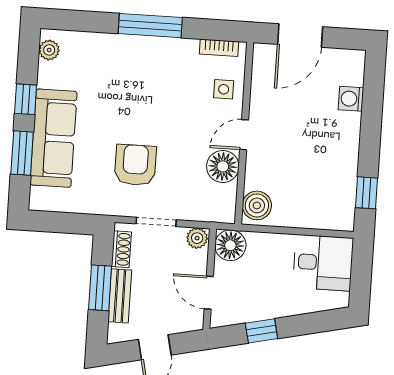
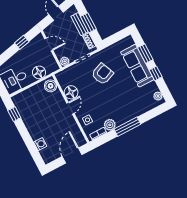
plant: (184, 51) -> (110, 125), added
armchair: (135, 165) -> (102, 74), turned -113
floor lamp: (230, 245) -> (39, 72), moved

